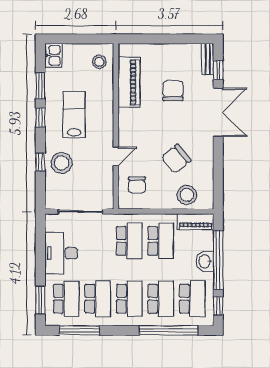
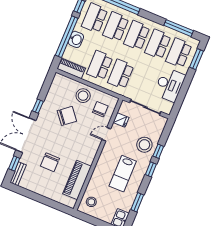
window: (40, 118) -> (151, 169), moved
window: (218, 156) -> (38, 106), added
fridge: (105, 182) -> (121, 120), added
stool: (187, 195) -> (83, 96), moved

